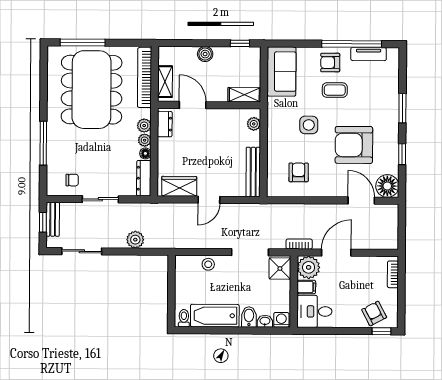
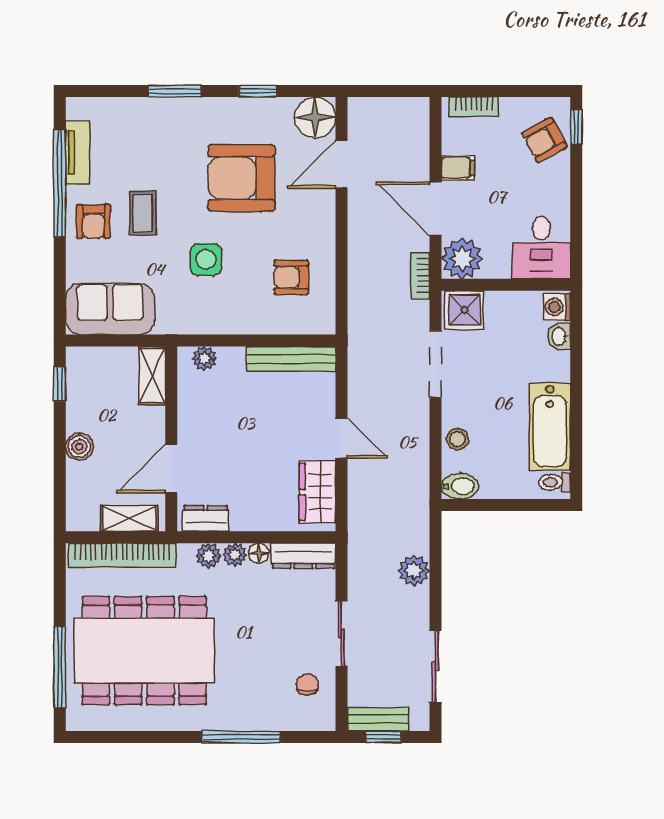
armchair: (354, 145) -> (241, 178), turned 90
filing cabinet: (306, 287) -> (458, 168), moved, turned 90
bidet: (249, 317) -> (460, 486), moved, turned 180

